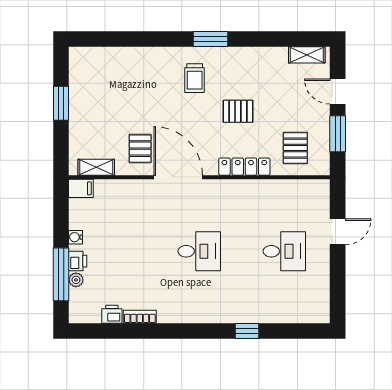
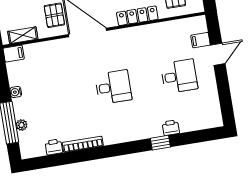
filing cabinet: (319, 210) -> (201, 40), added
printer: (78, 261) -> (171, 128), moved, turned -90
bookcase: (140, 317) -> (83, 144), width x1.56

